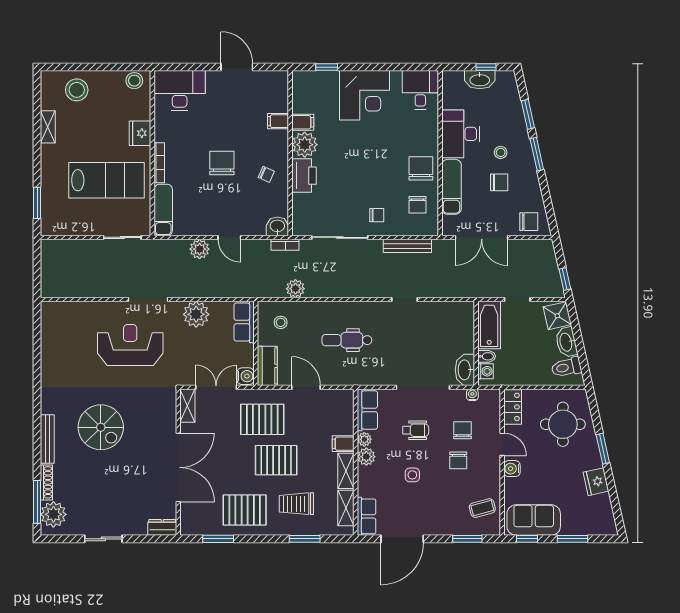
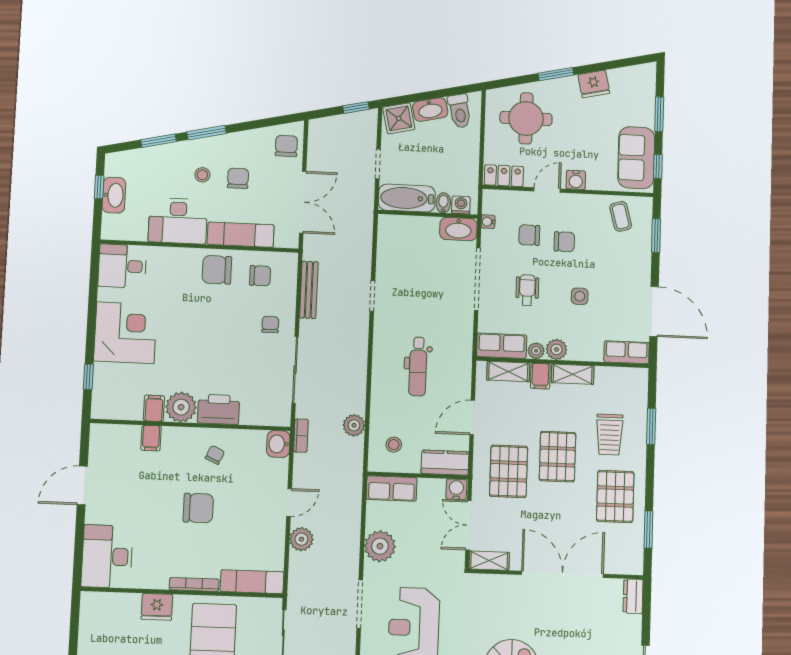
stool: (134, 81) -> (92, 612), removed
chair: (222, 163) -> (198, 508), turned 180
shelving: (346, 508) -> (508, 371), moved

